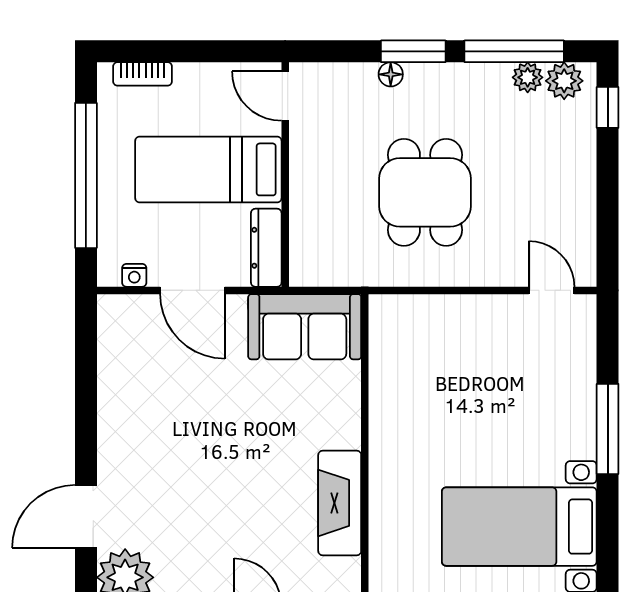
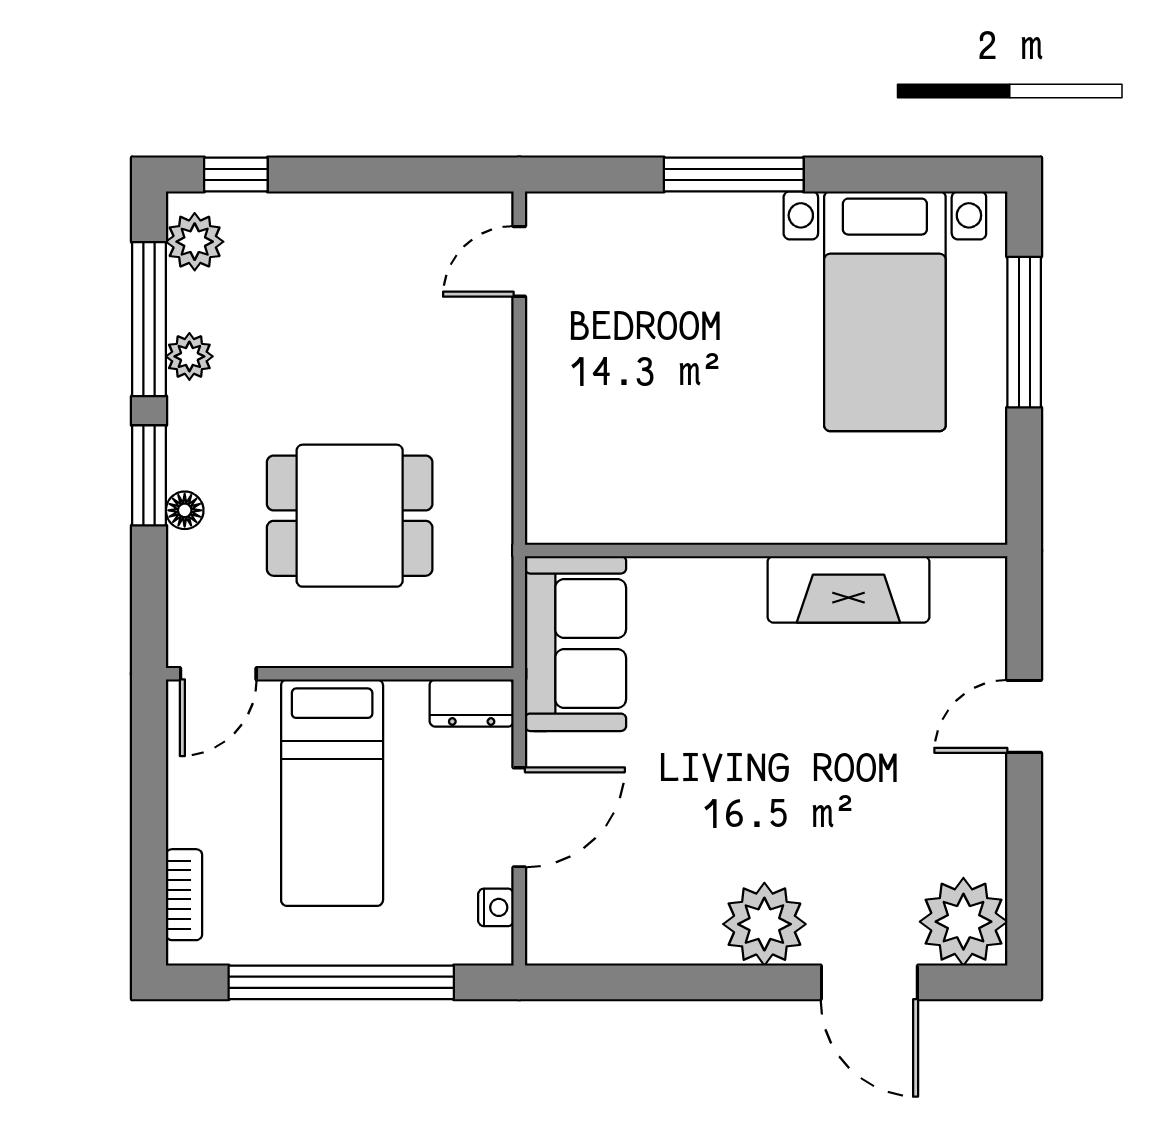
plant: (528, 77) -> (189, 356), moved
dining table: (425, 192) -> (350, 516), moved
dresser: (266, 248) -> (472, 703), width x0.70
plant: (123, 449) -> (764, 924), added

